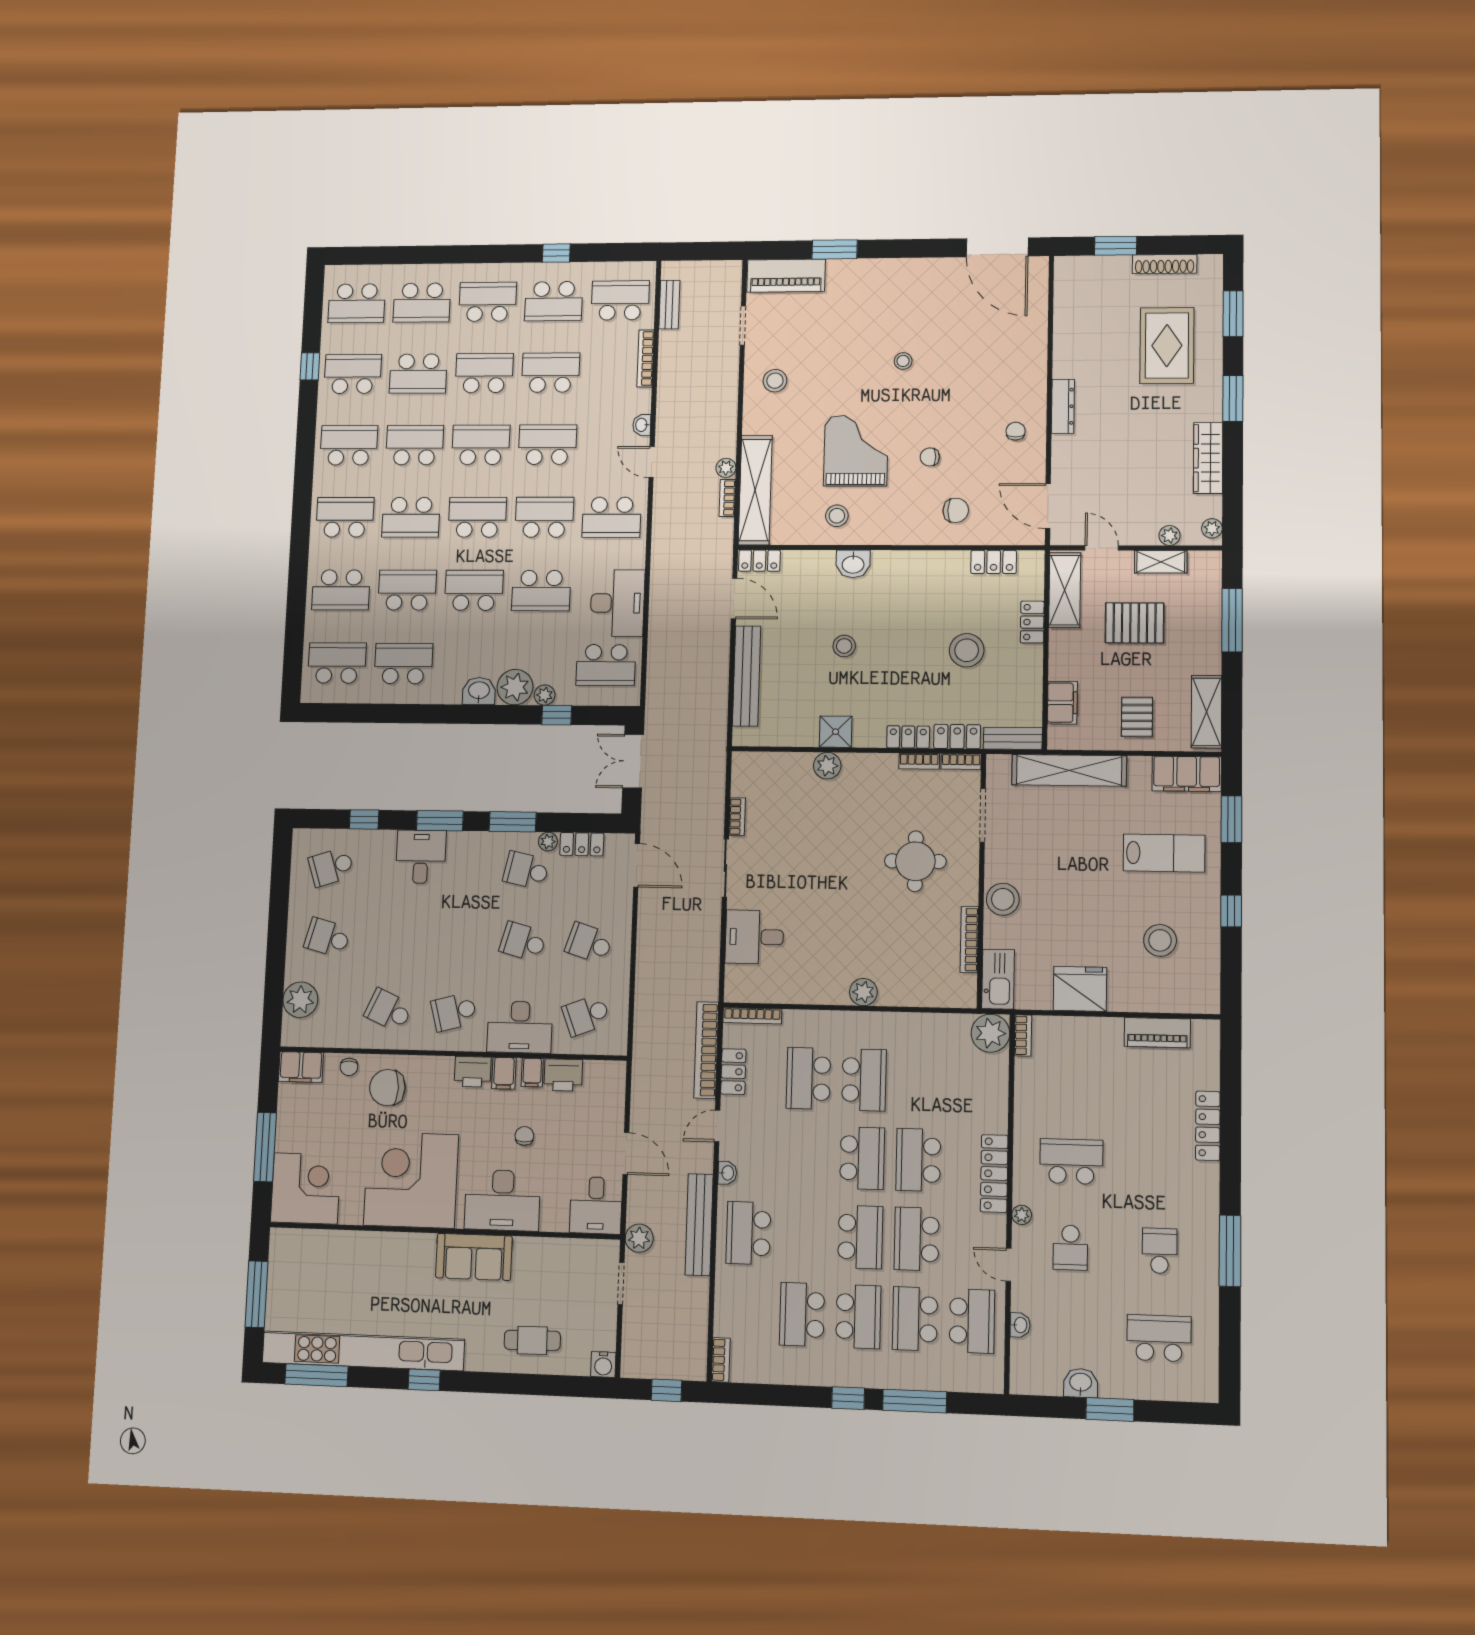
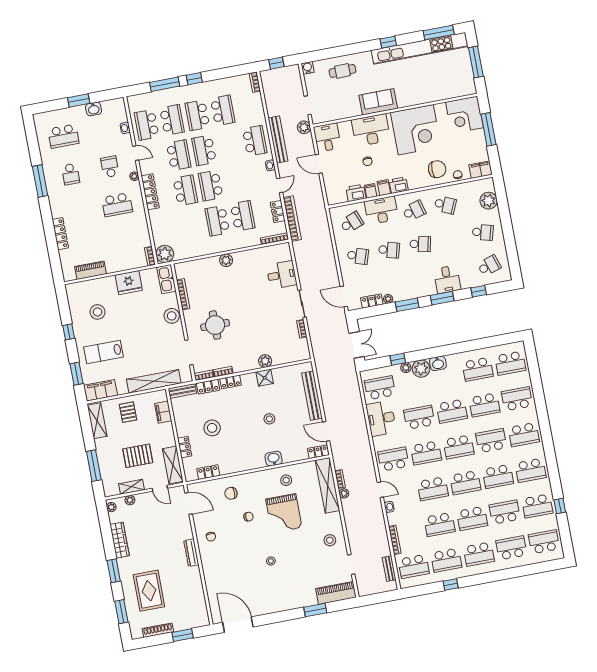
school desk: (554, 301) -> (446, 560), turned 180
school desk: (526, 870) -> (420, 244), moved

